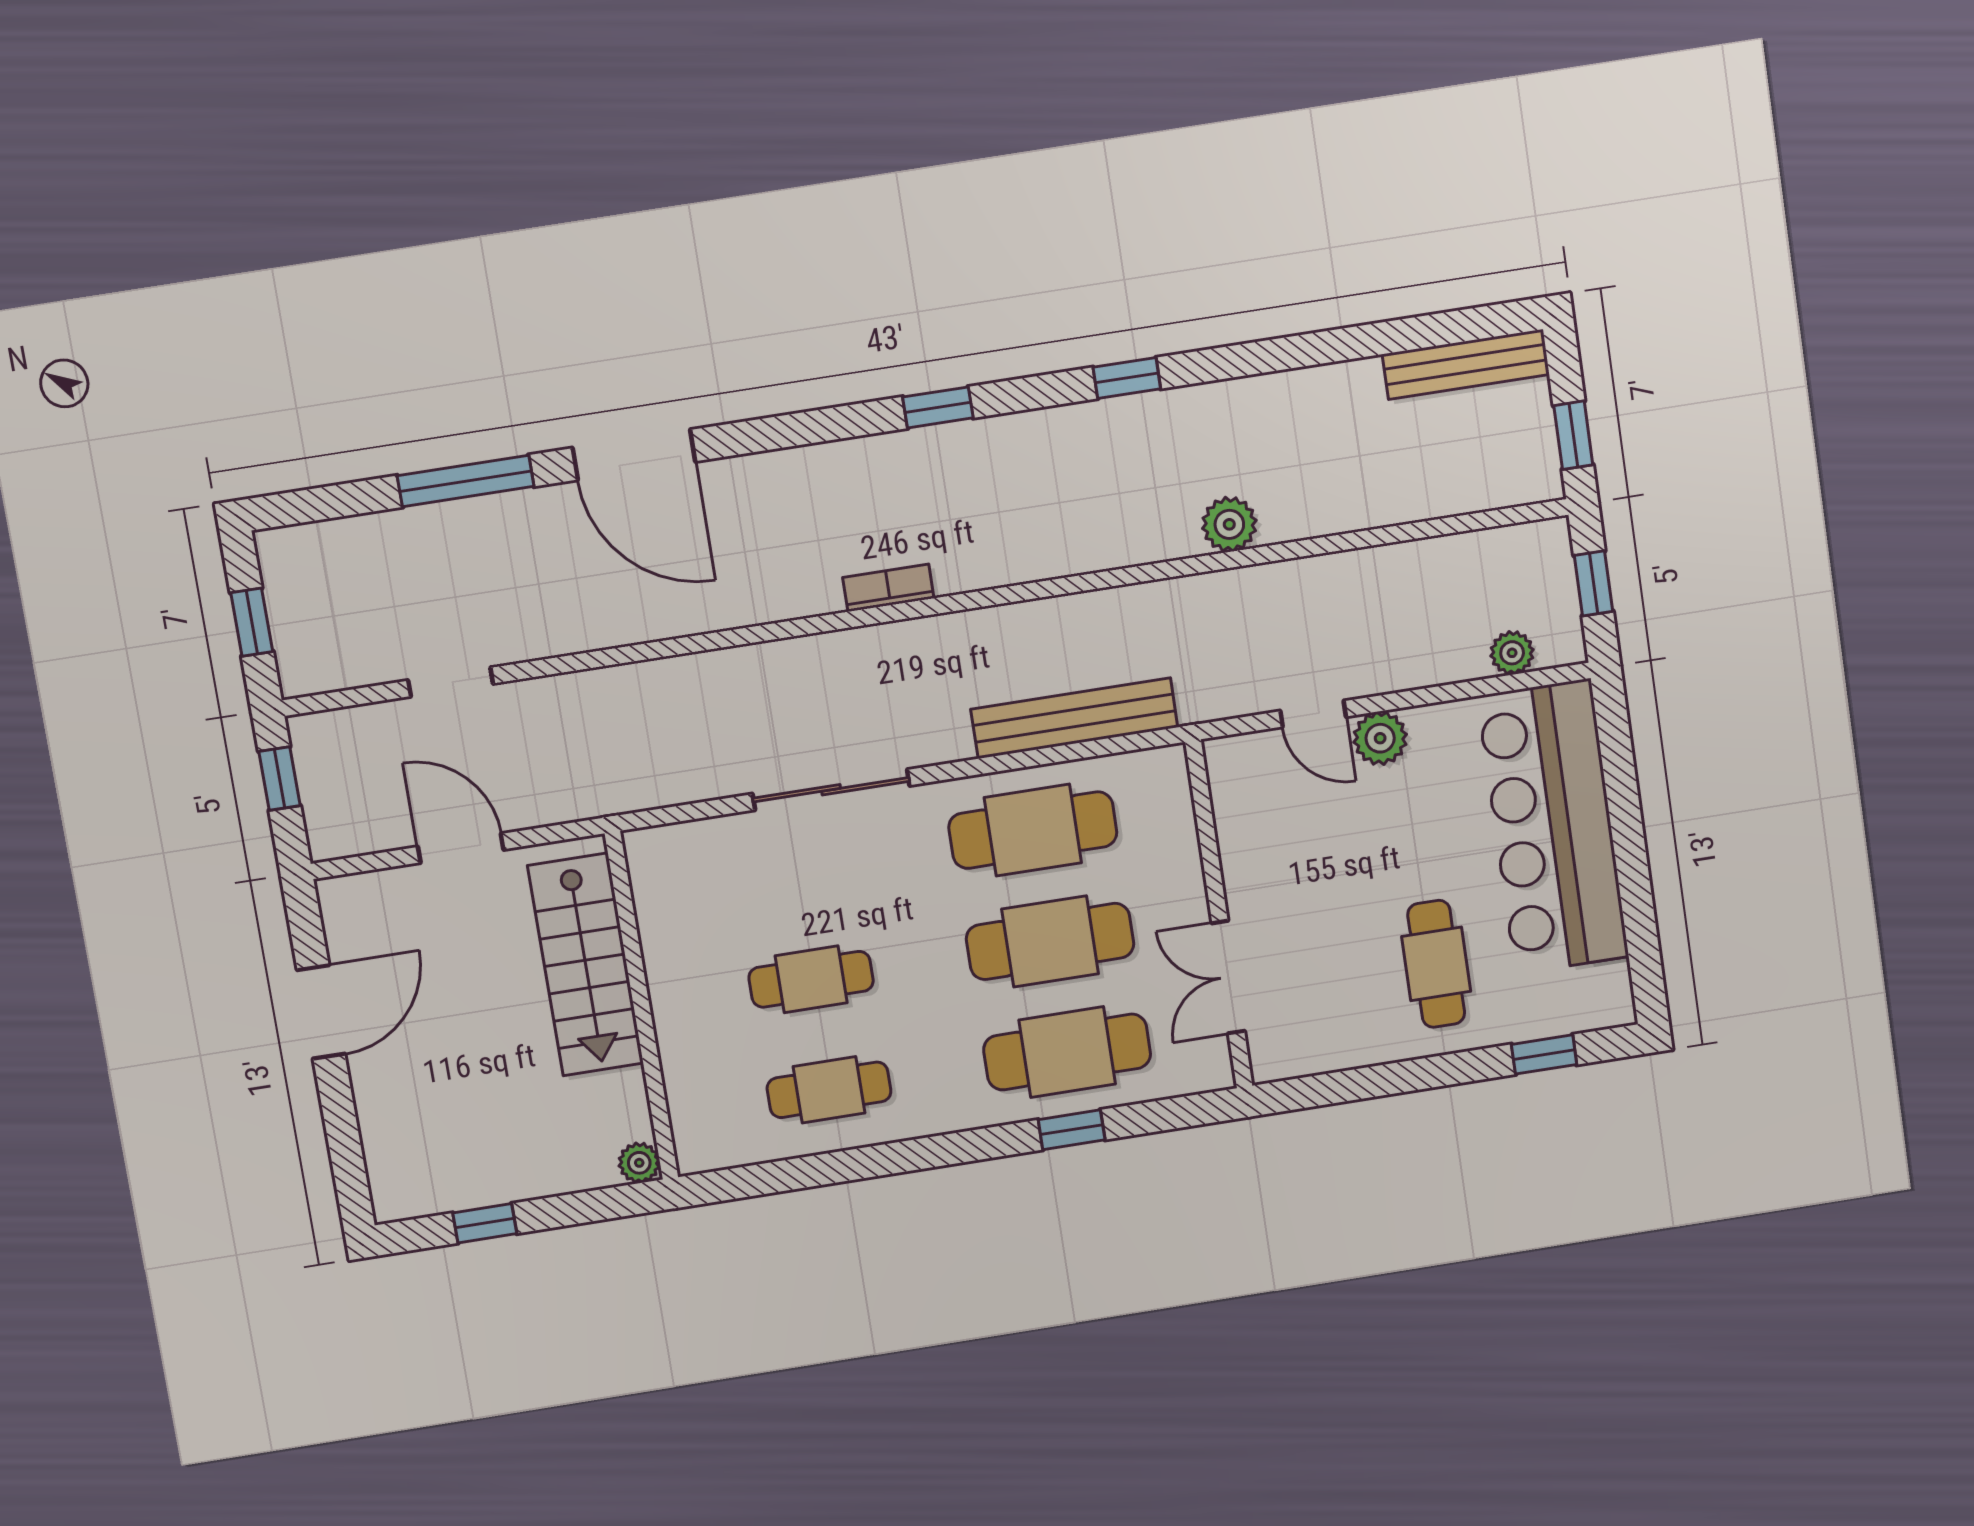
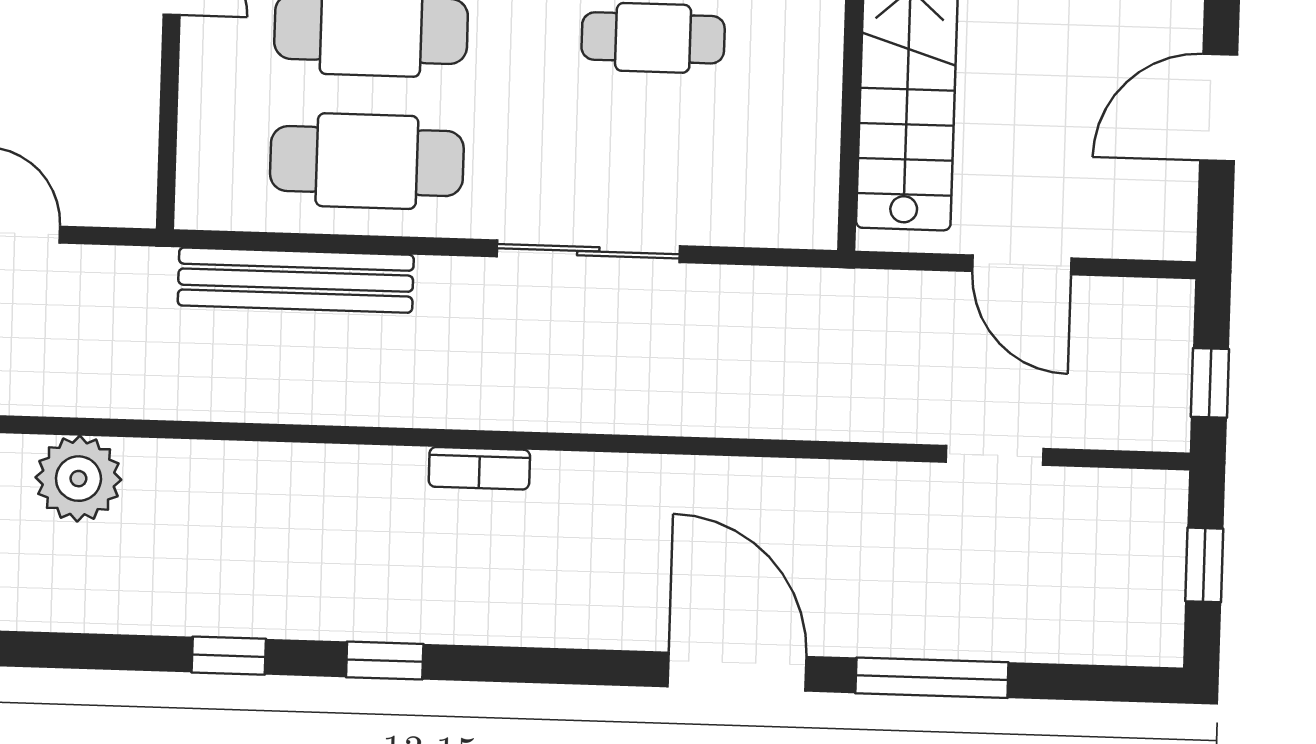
window: (1127, 378) -> (229, 656), moved
plant: (1229, 524) -> (78, 479), width x1.36, depth x1.36

